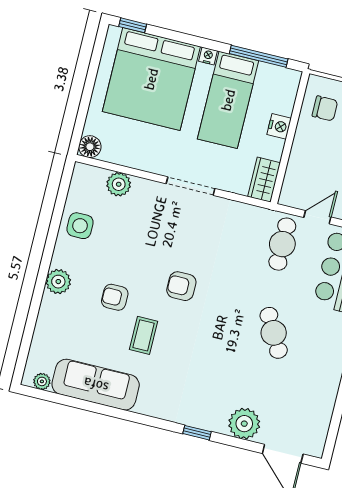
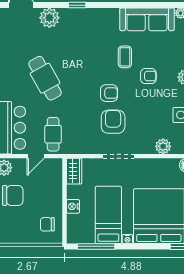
armchair: (186, 241) -> (113, 122), added
cafe table: (274, 333) -> (45, 78), width x1.37, depth x1.35

